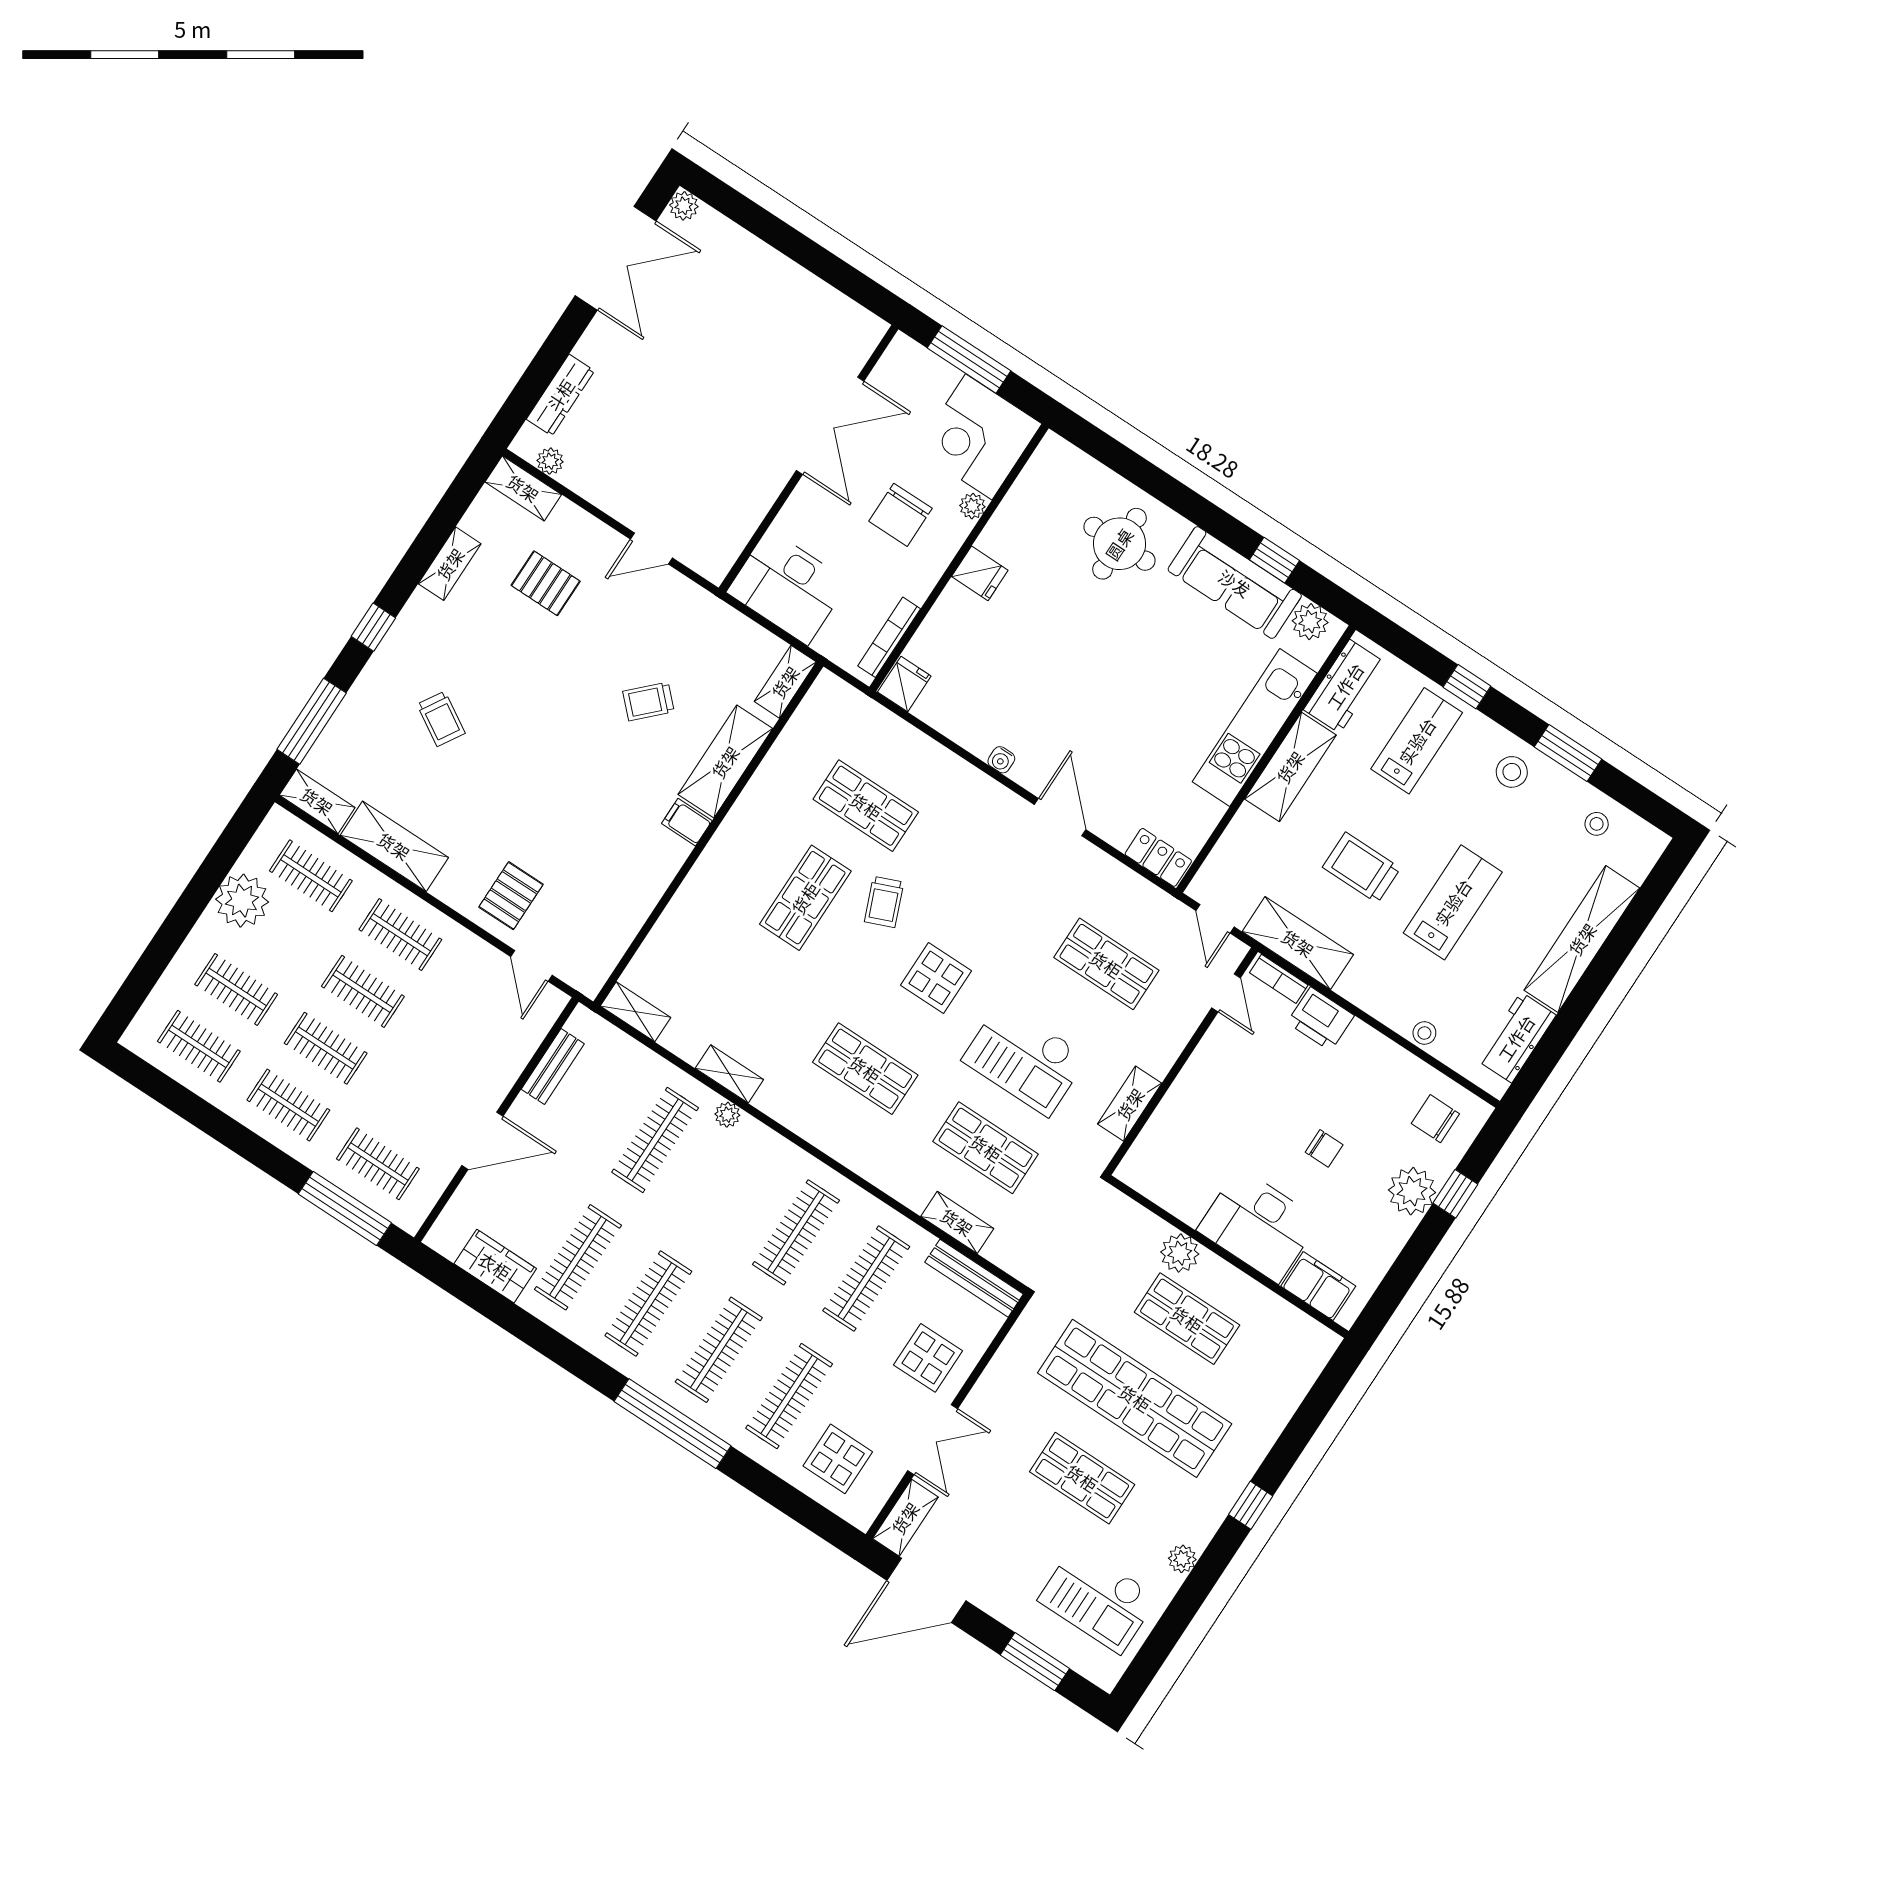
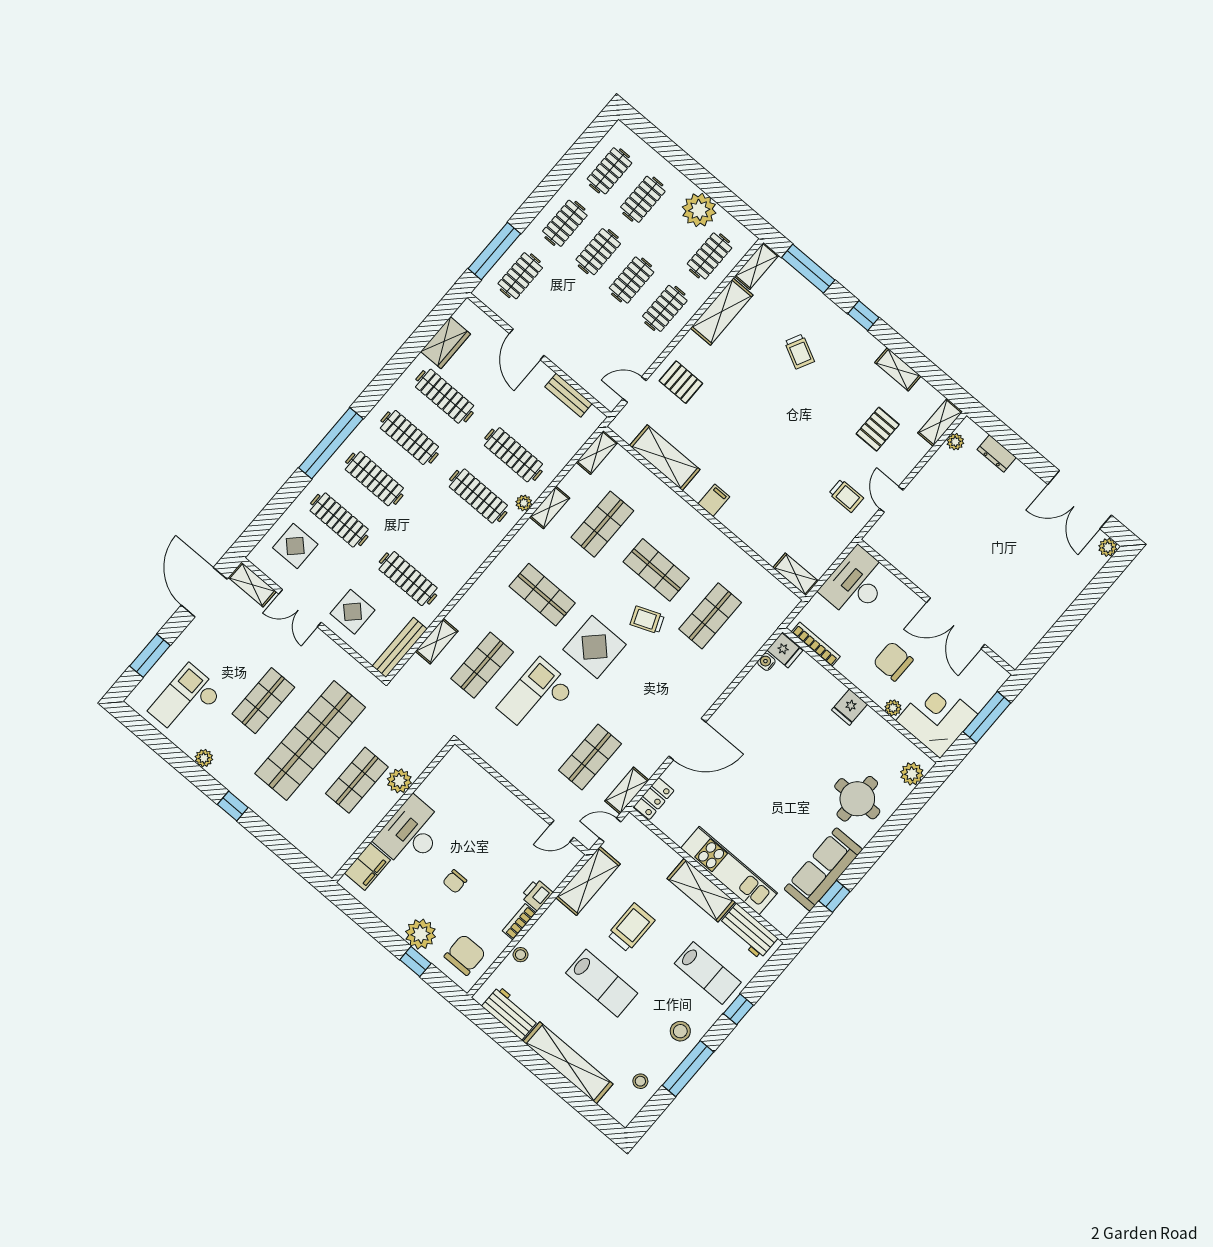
dresser: (560, 395) -> (997, 454), width x0.70
plant: (1310, 622) -> (912, 774), moved
trolley: (648, 701) -> (846, 496), moved, turned 135
trolley: (441, 719) -> (799, 352), turned -94
window: (1568, 753) -> (688, 1069), width x1.44
water cooler: (1001, 760) -> (766, 662), moved
shelving: (725, 762) -> (665, 458), moved
door: (1060, 817) -> (687, 739), width x1.36
display table: (936, 978) -> (595, 647), width x1.36, depth x1.36
bookcase: (1279, 979) -> (519, 922), moved
shop shelf: (745, 990) -> (602, 524), added
printer: (1321, 1019) -> (537, 895), width x0.73, depth x0.81
shop shelf: (865, 1069) -> (542, 595), turned 90
shelving: (1130, 1104) -> (627, 791), moved, turned 90
chair: (1435, 1119) -> (465, 955), width x1.37, depth x1.37
clothes rail: (796, 1232) -> (478, 496), moved

